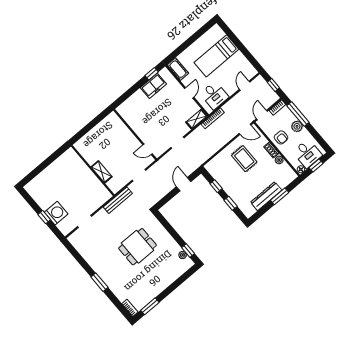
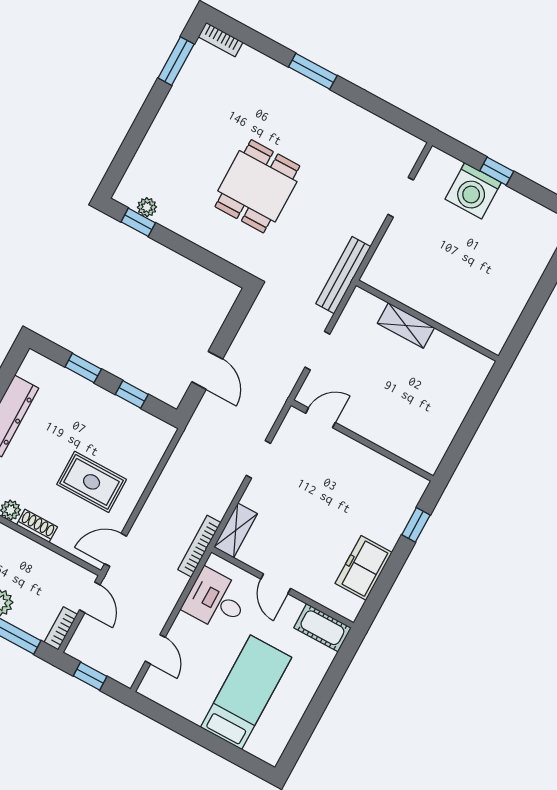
window: (152, 74) -> (416, 525), moved
armchair: (281, 137) -> (26, 563), removed

